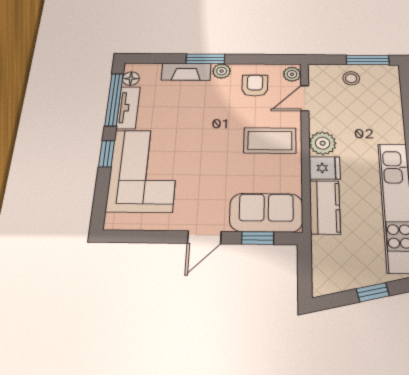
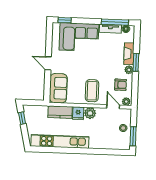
window: (107, 154) -> (65, 20), moved
window: (258, 238) -> (47, 85), removed
window: (373, 292) -> (22, 118), moved

